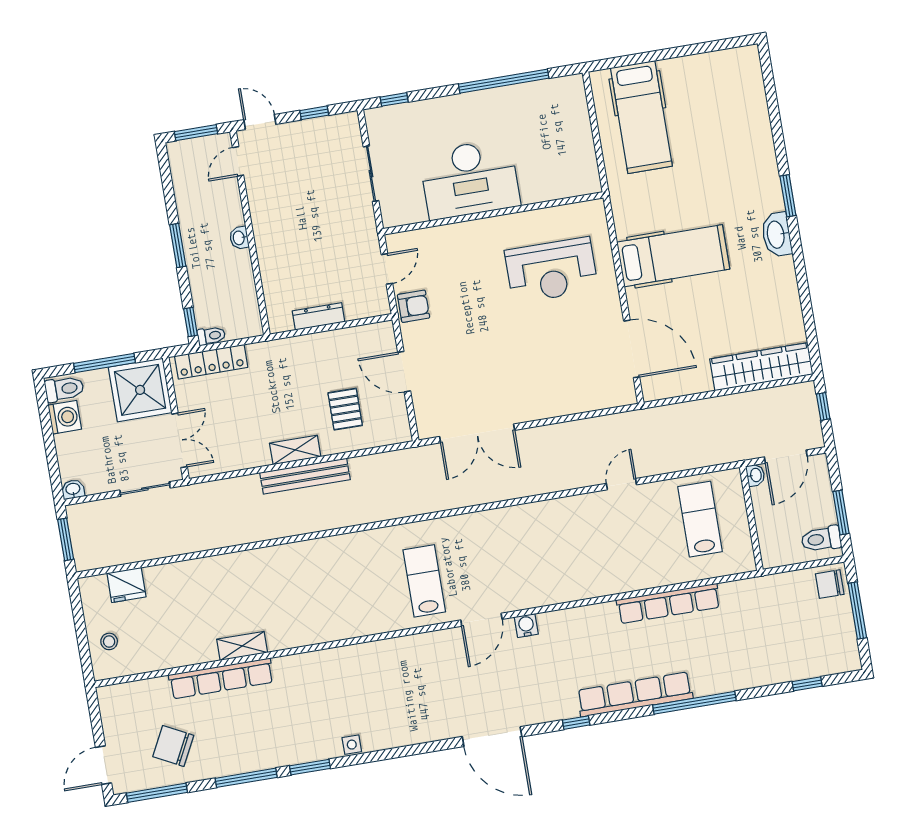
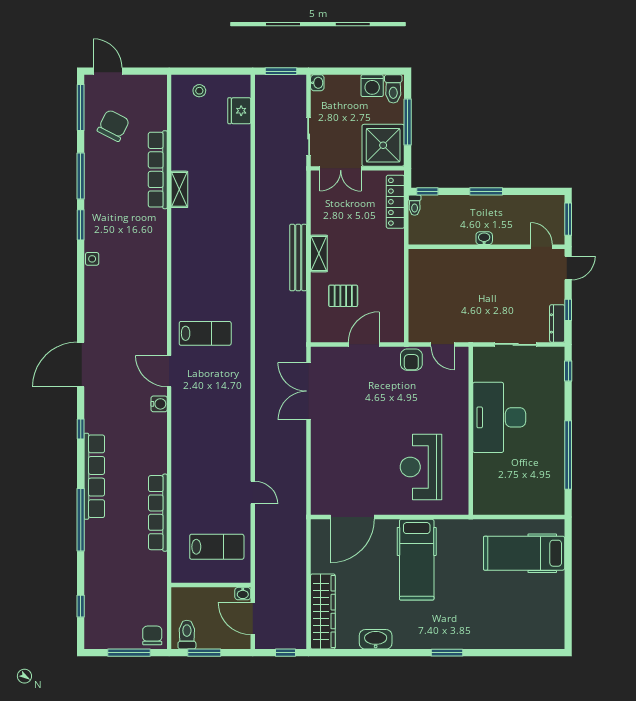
washbasin: (776, 235) -> (376, 639), moved
dresser: (319, 316) -> (557, 323), moved, turned 180

